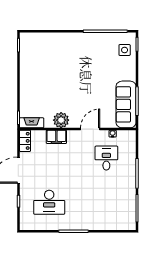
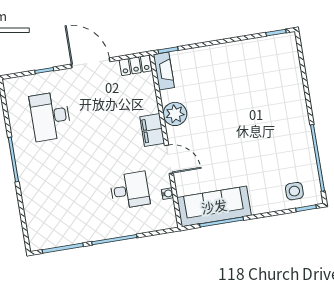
filing cabinet: (56, 137) -> (152, 130), moved

